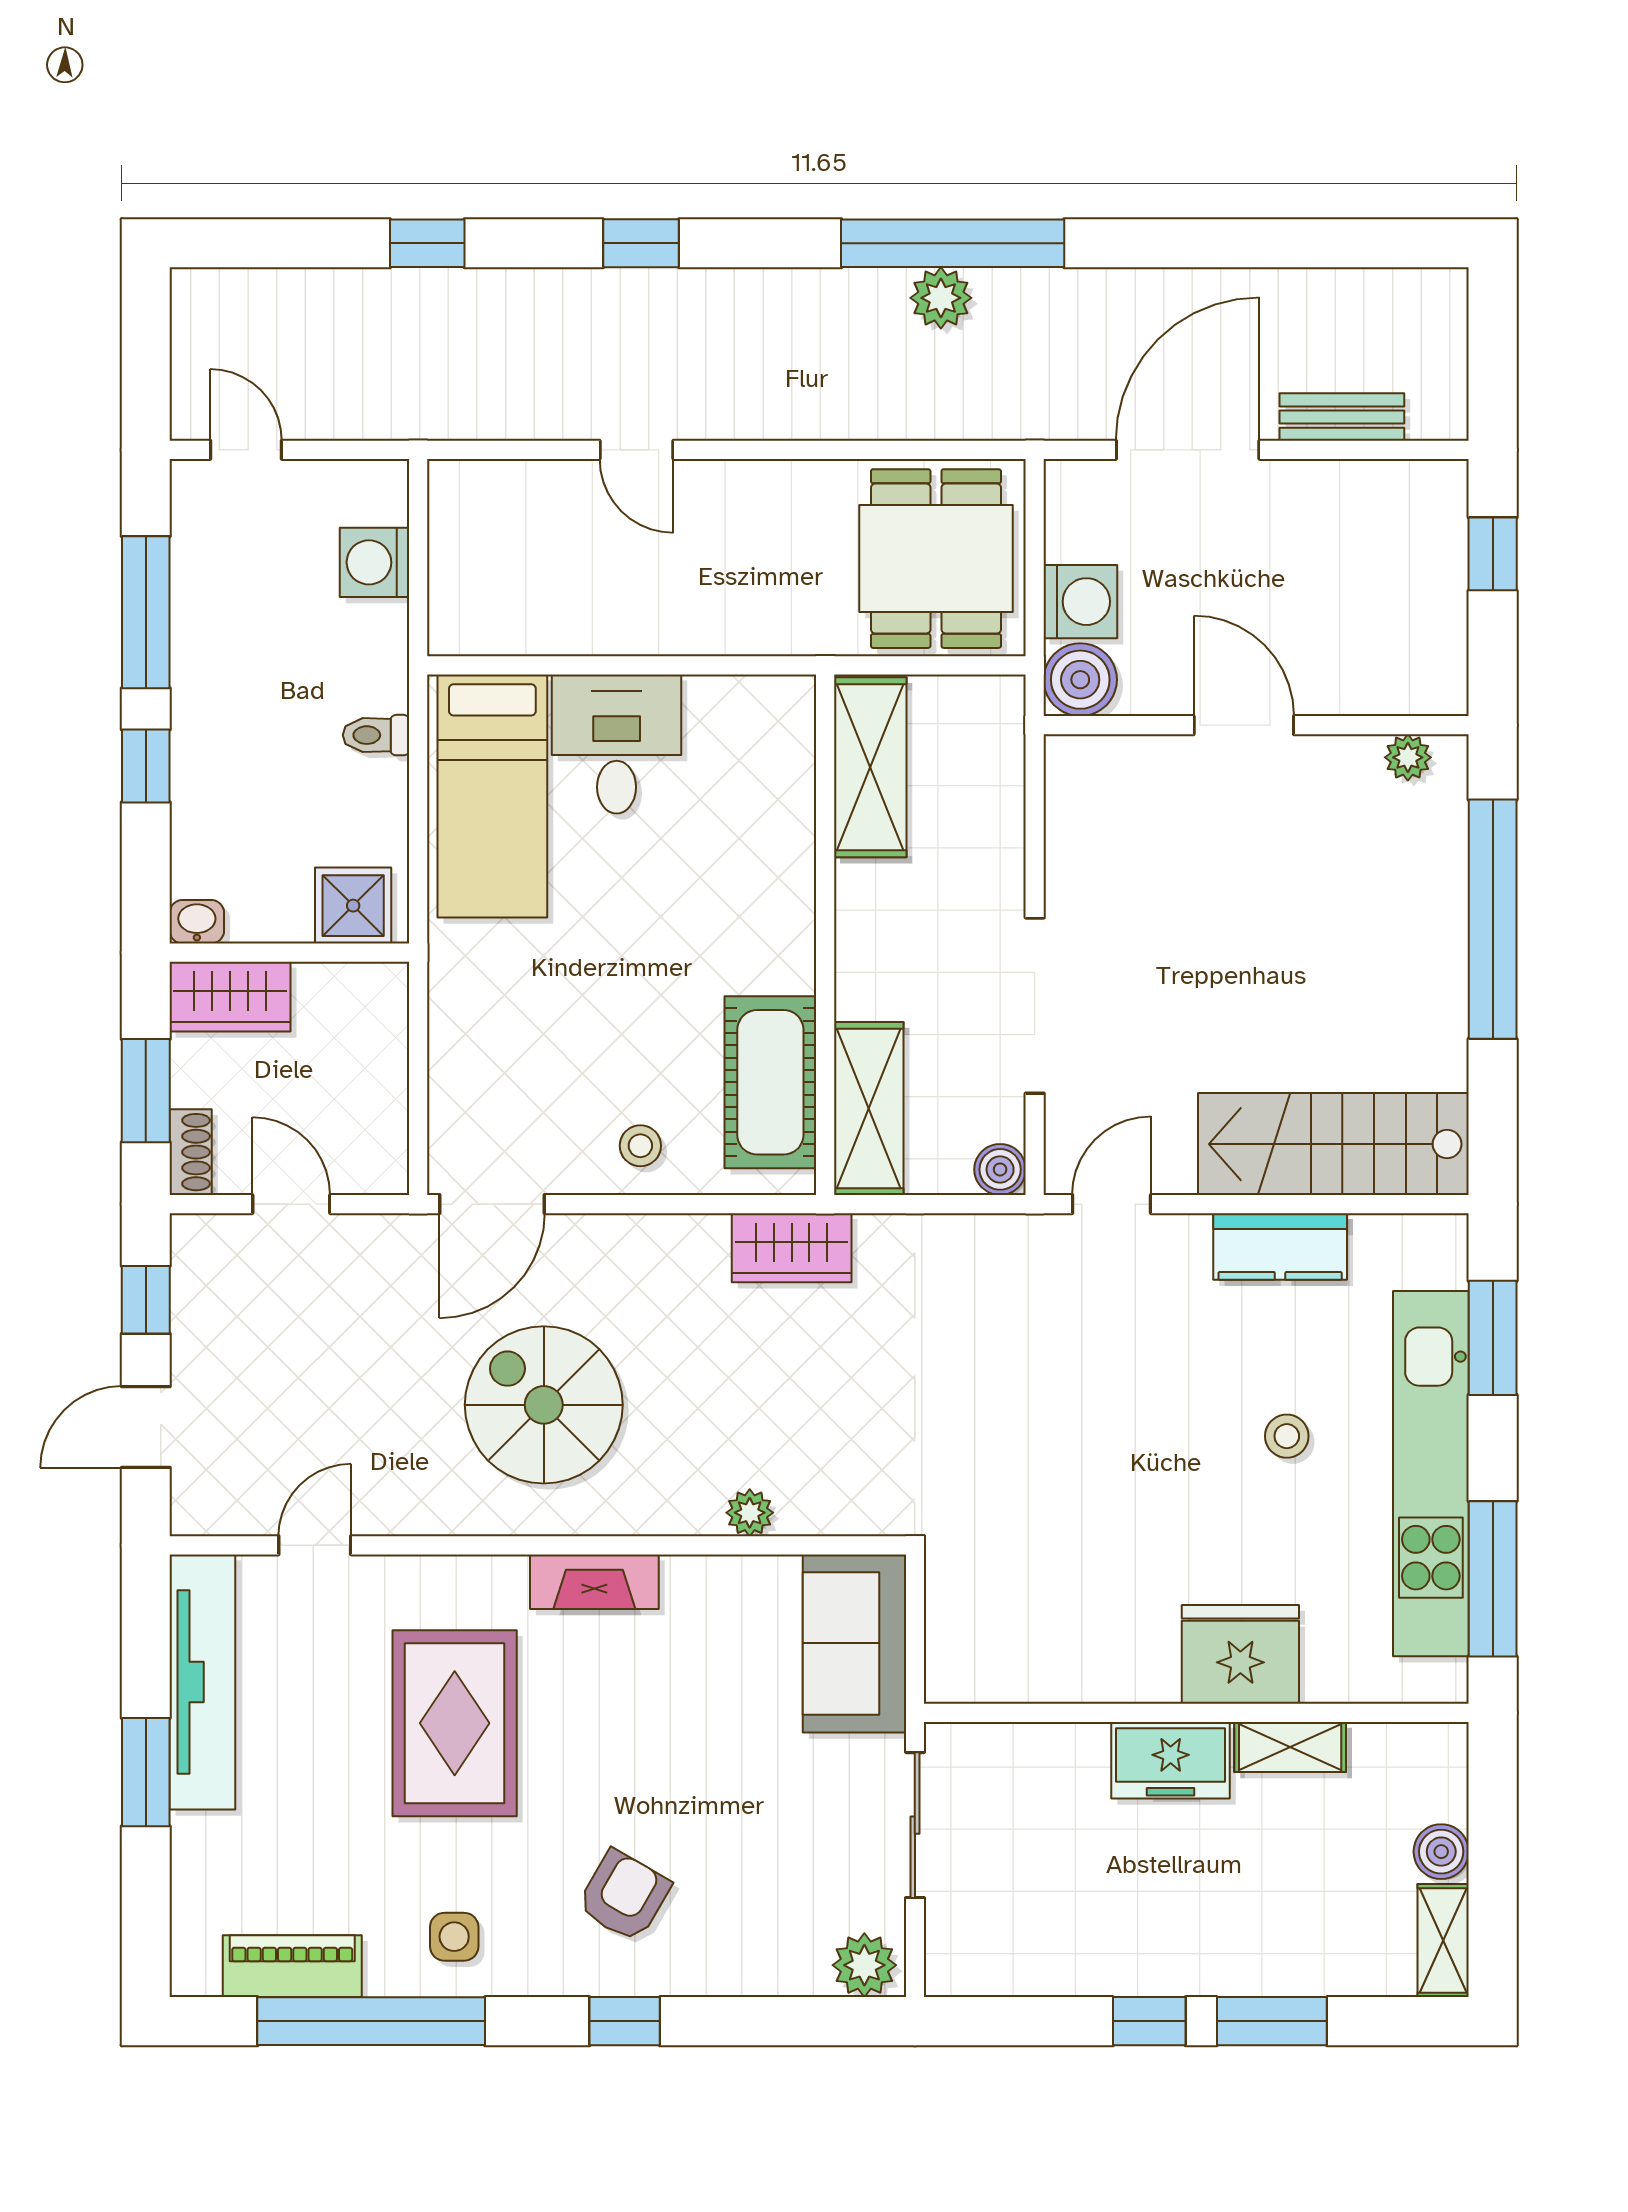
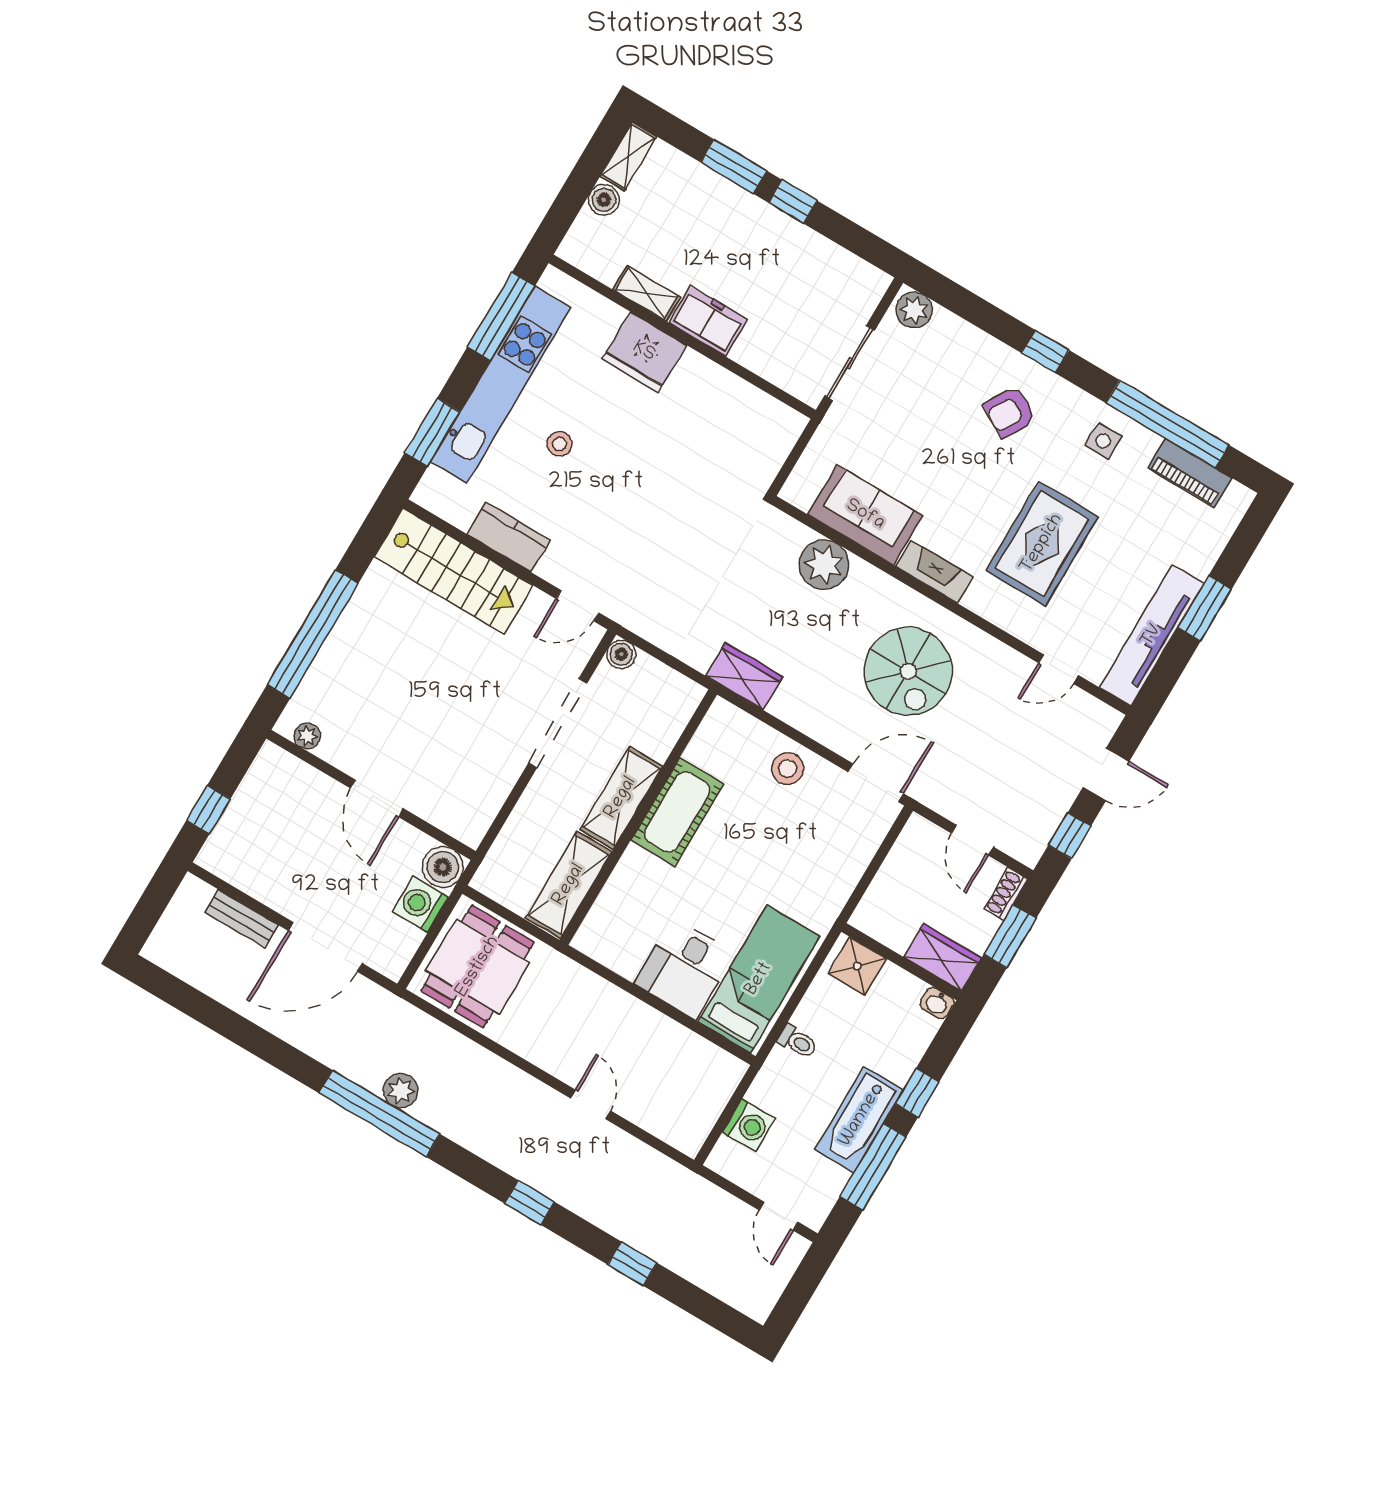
bathtub: (211, 671) -> (859, 1120), added
cot: (770, 1082) -> (677, 812), moved
shelving: (869, 1109) -> (621, 798), moved
stool: (640, 1146) -> (788, 768), width x1.37, depth x1.37
plant: (750, 1513) -> (824, 565), width x1.88, depth x1.88
sofa: (854, 1643) -> (865, 515), moved, turned -90

